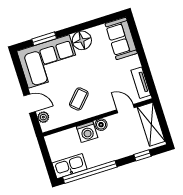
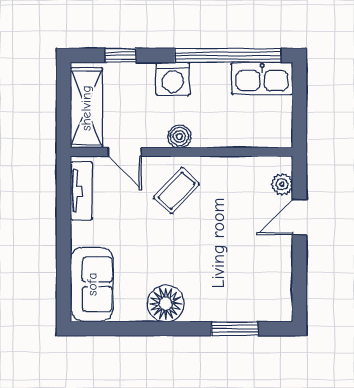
corner sofa: (49, 62) -> (239, 284), removed
coffee table: (79, 99) -> (177, 191), moved
door: (30, 104) -> (299, 217), hinge flipped
washing machine: (87, 132) -> (173, 79), moved, turned 180

